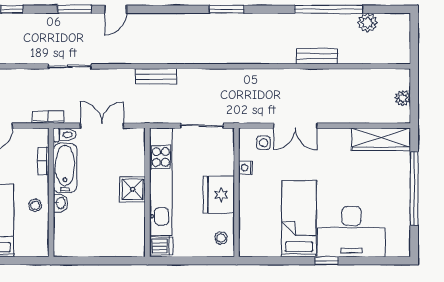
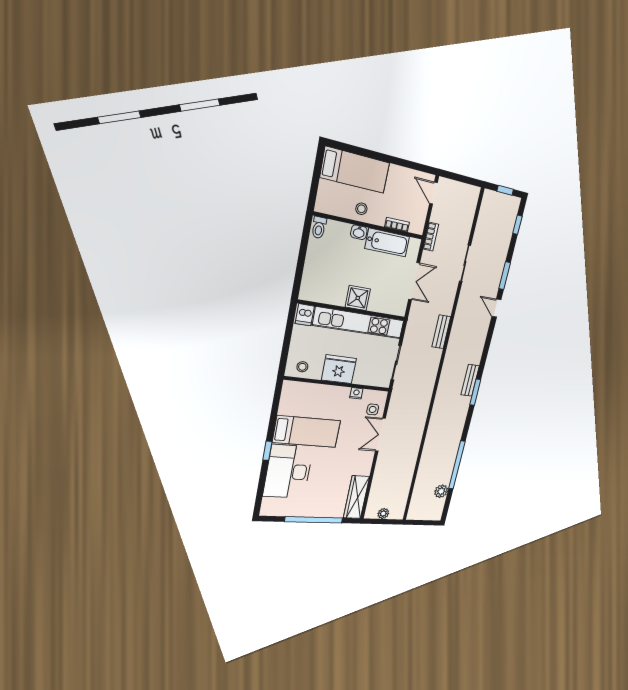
bench: (317, 56) -> (470, 380), moved
toilet: (64, 135) -> (319, 228), moved

